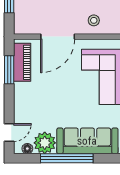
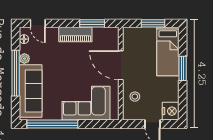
piano: (22, 62) -> (75, 35), moved
plant: (45, 143) -> (24, 59), width x0.53, depth x0.53

